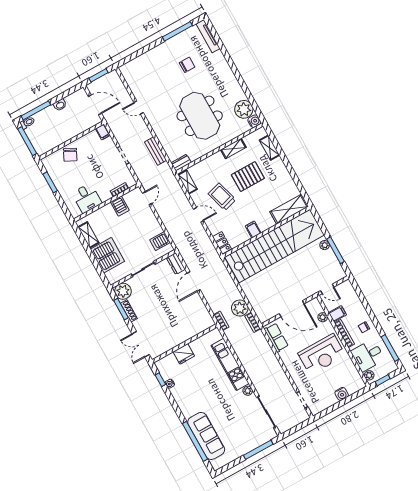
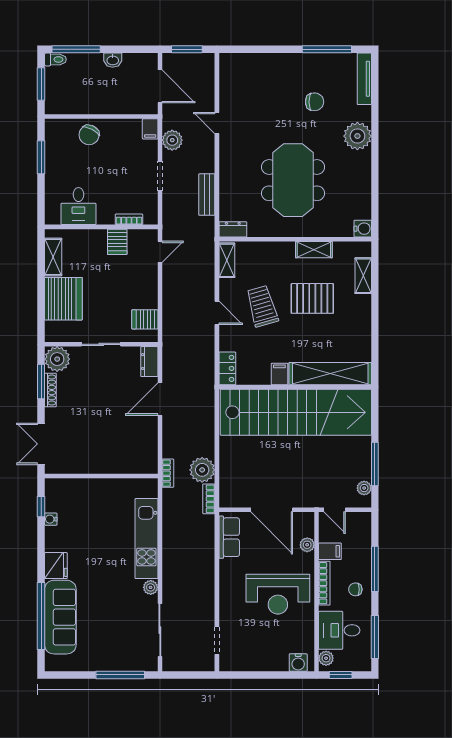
plant: (244, 109) -> (357, 136), moved
plant: (119, 131) -> (172, 140), added
window: (27, 141) -> (41, 84), width x0.69
shelving: (289, 209) -> (330, 374), width x1.47
plant: (325, 245) -> (364, 488), moved
window: (369, 309) -> (375, 569), added
fridge: (184, 354) -> (56, 566), moved, turned -90
water cooler: (342, 394) -> (298, 663), moved

